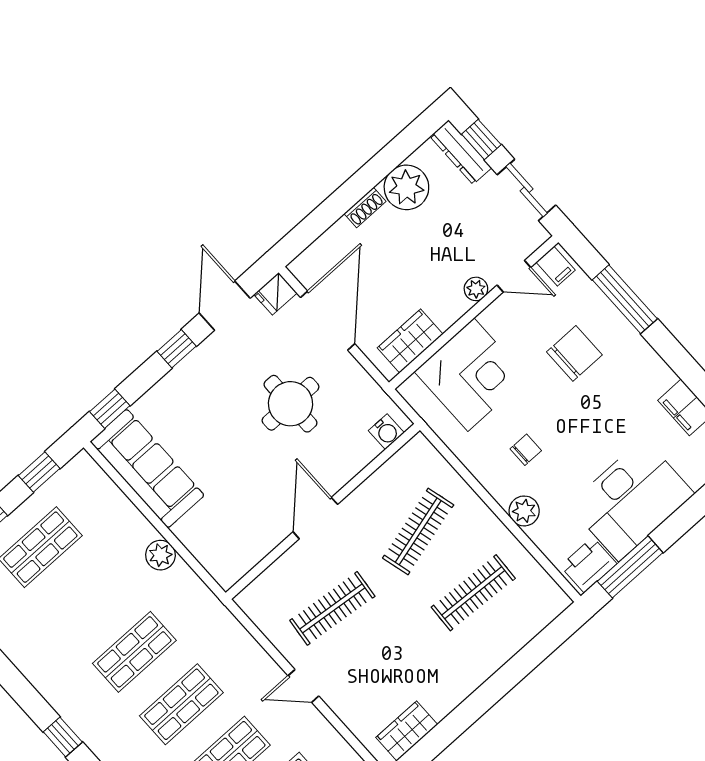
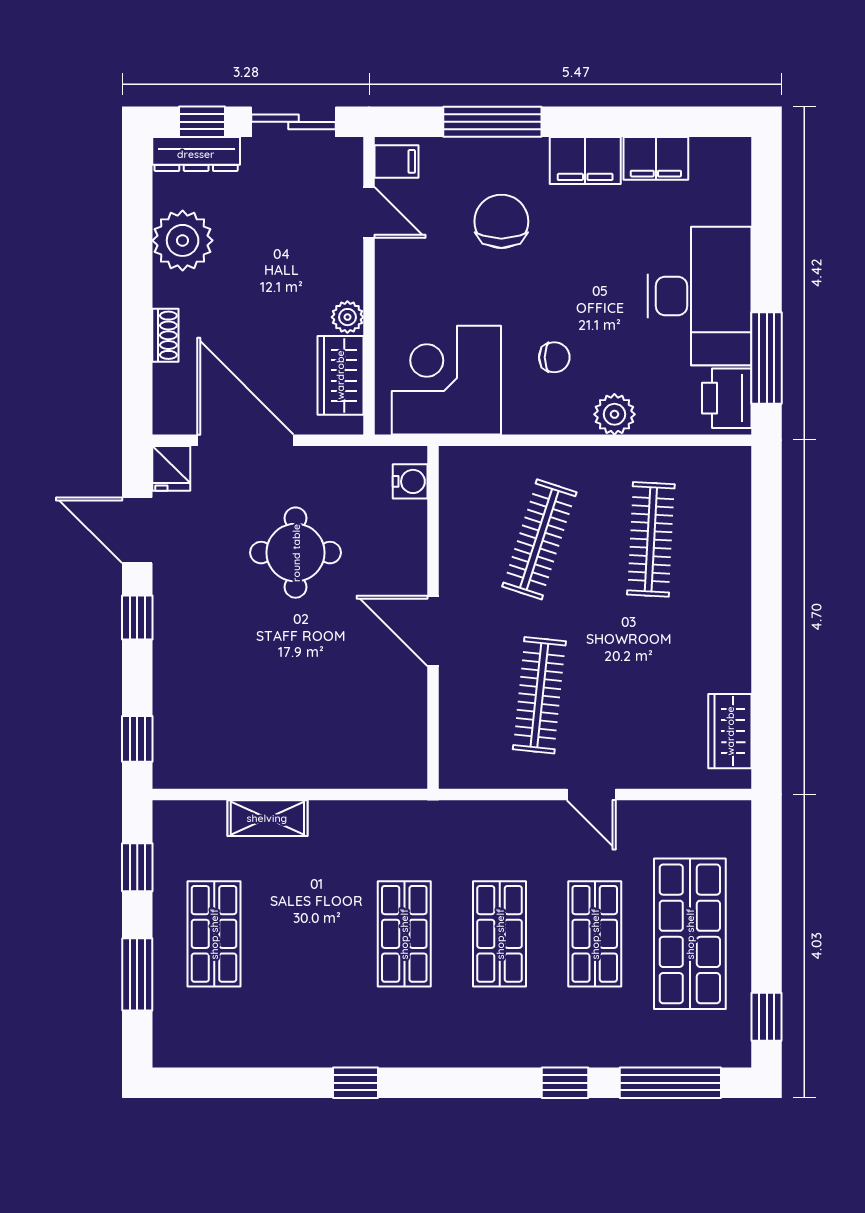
shoe rack: (365, 207) -> (165, 335), moved
door: (514, 276) -> (369, 213), hinge flipped
plant: (476, 289) -> (347, 317), moved
filing cabinet: (649, 369) -> (585, 160), added
corner desk: (471, 375) -> (446, 380), moved, turned -90
chair: (526, 450) -> (554, 357), turned 90
sofa: (147, 468) -> (231, 755), removed
shelving: (131, 519) -> (267, 818), added
clothes rail: (418, 531) -> (539, 539), turned 33
plant: (160, 555) -> (330, 820), removed
door: (303, 686) -> (591, 794), hinge flipped
window: (63, 737) -> (355, 1083), moved

